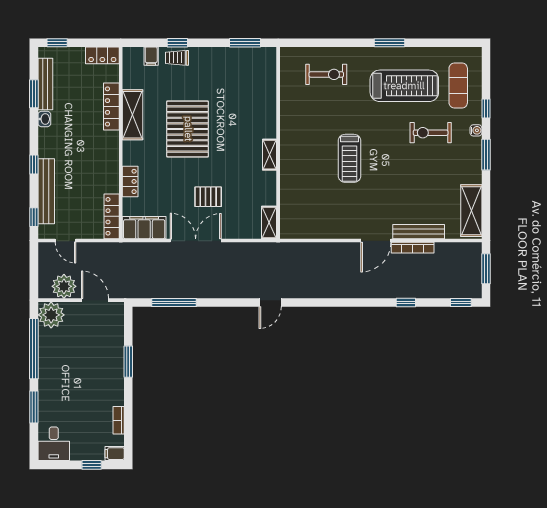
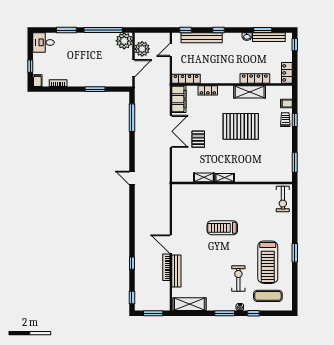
exercise bike: (326, 74) -> (283, 199), moved
shelving: (269, 222) -> (204, 177), moved

